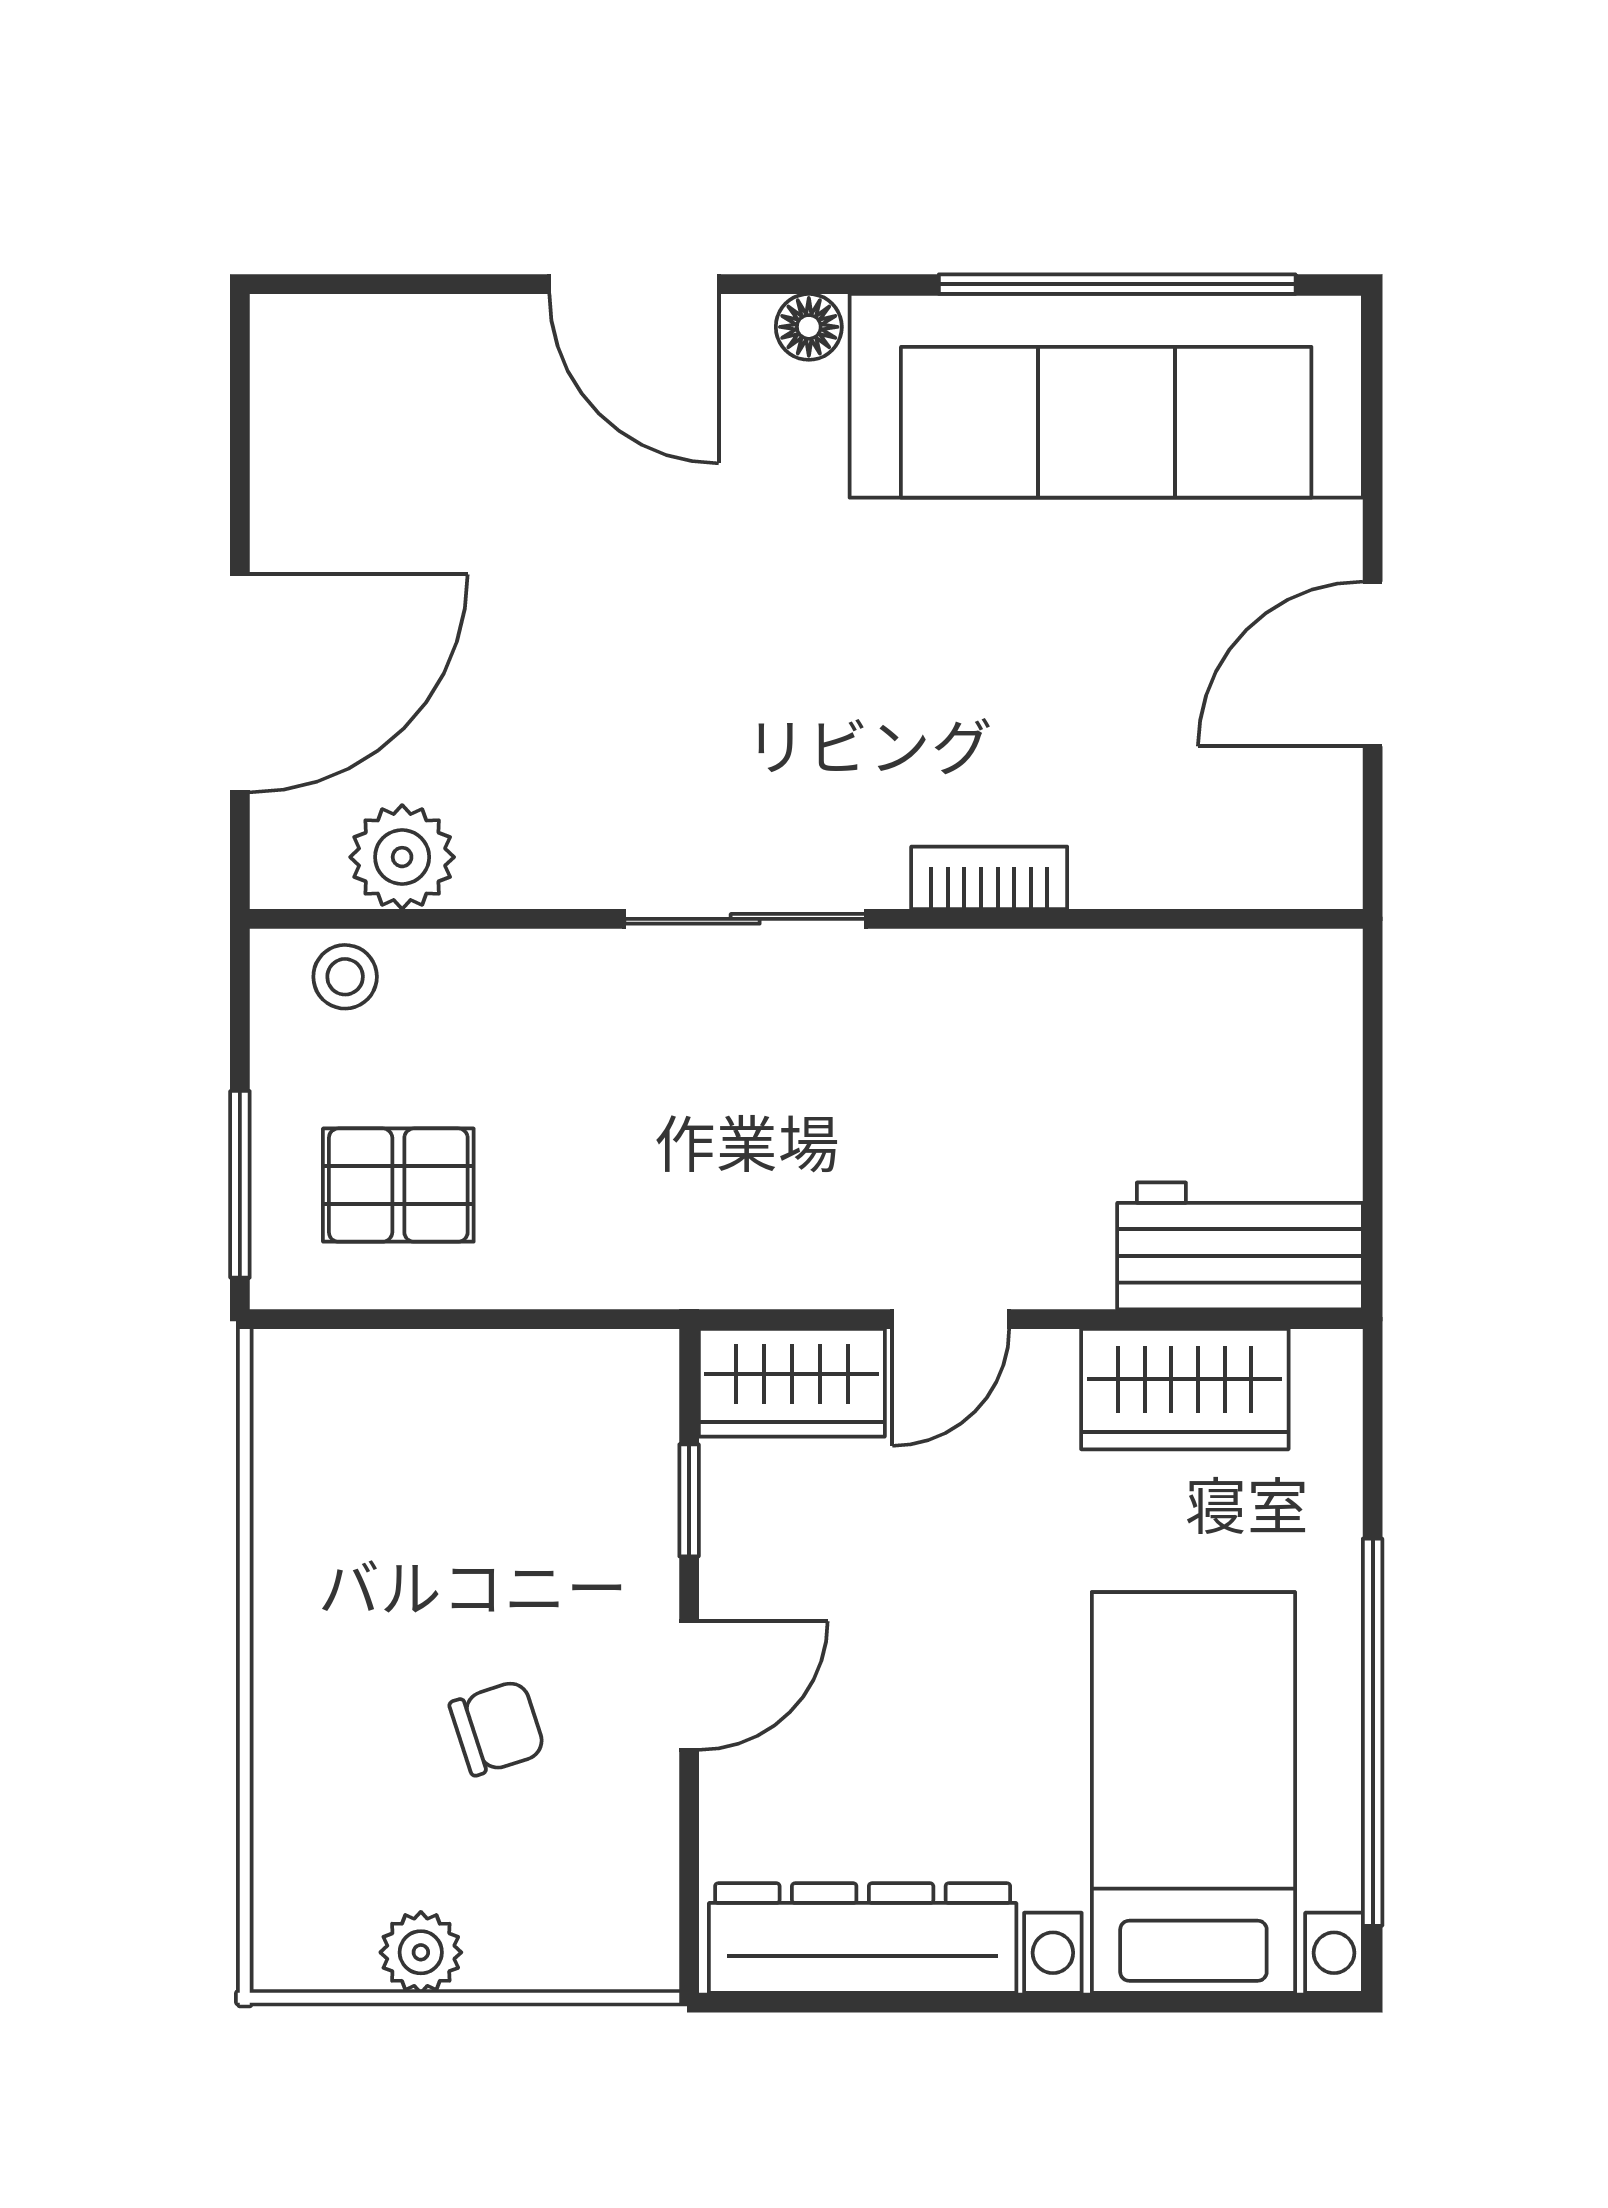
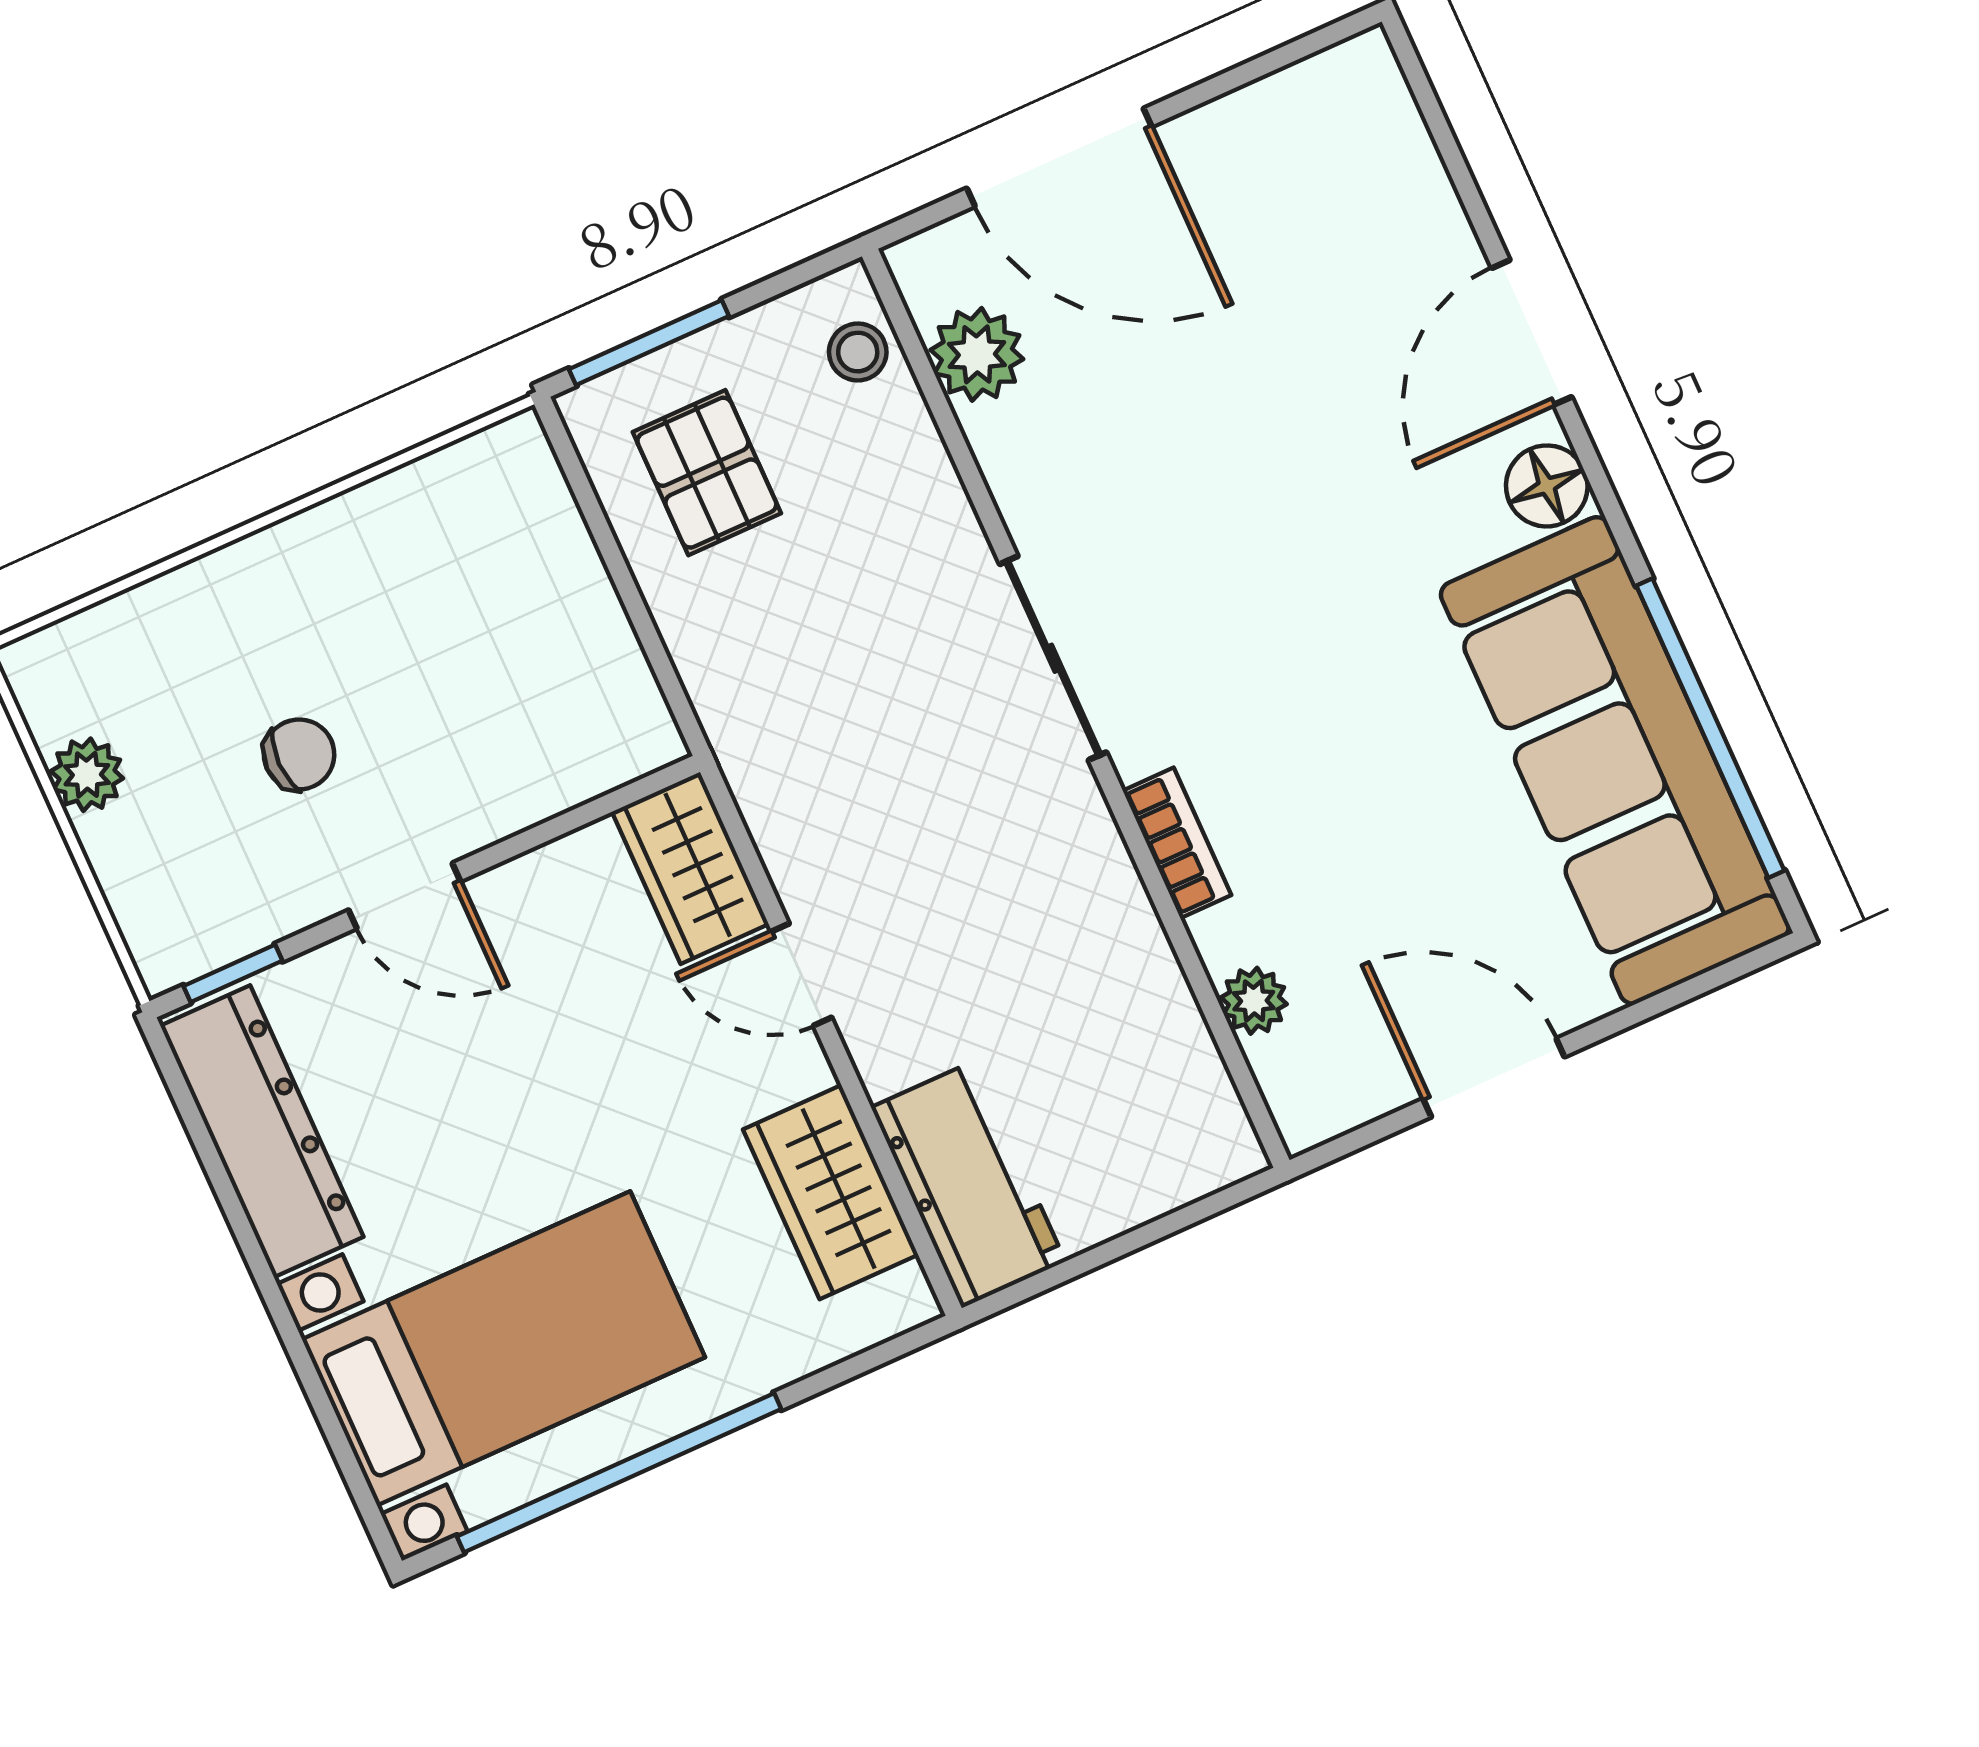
floor lamp: (809, 327) -> (1547, 486), width x1.37, depth x1.37
plant: (1185, 872) -> (1254, 1001), added
window: (689, 1500) -> (233, 973), moved
chair: (497, 1728) -> (299, 754), turned -72

